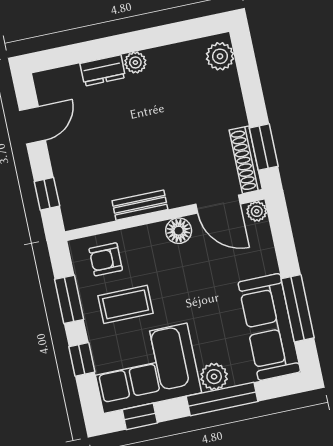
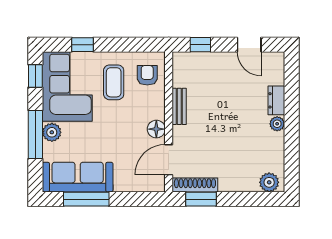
plant: (257, 211) -> (158, 185), removed
window: (69, 299) -> (125, 45), removed

